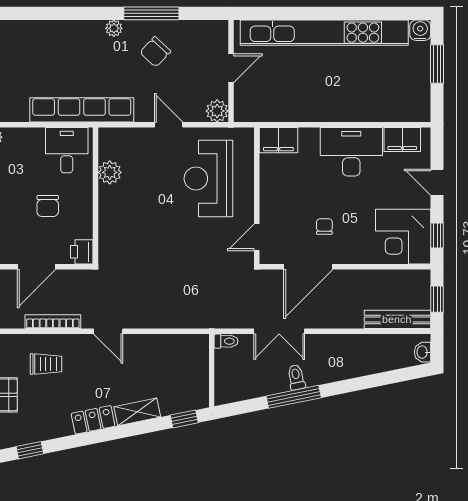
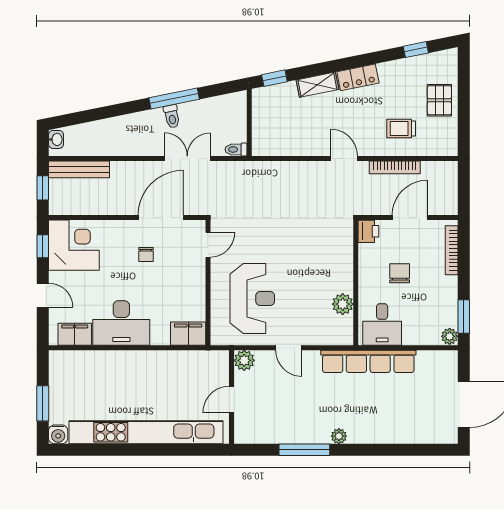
chair: (155, 52) -> (301, 415), removed

